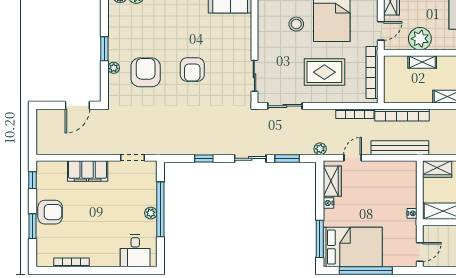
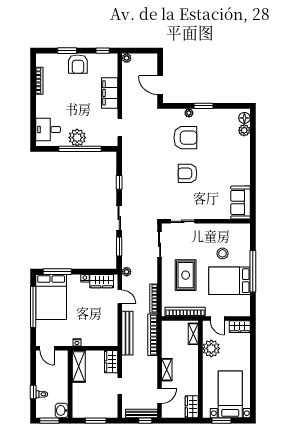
shelving: (422, 62) -> (193, 334), moved
plant: (42, 149) -> (127, 58), added
plant: (151, 213) -> (77, 138), width x1.88, depth x1.88

